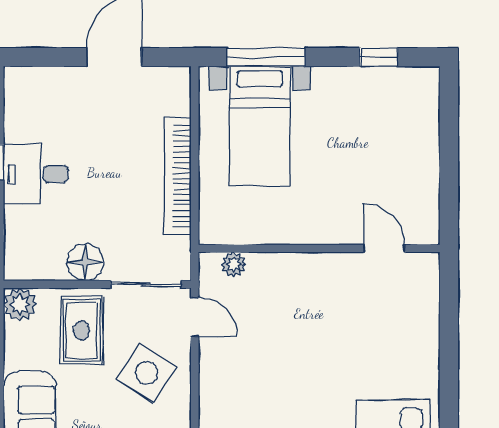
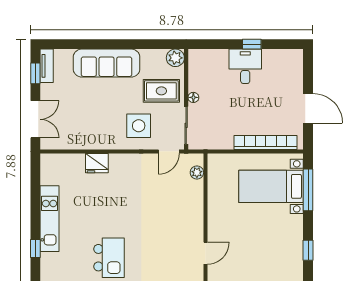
bookcase: (178, 176) -> (266, 142), moved
floor lamp: (85, 262) -> (193, 97), width x0.53, depth x0.53
side table: (147, 373) -> (139, 126), turned -33

